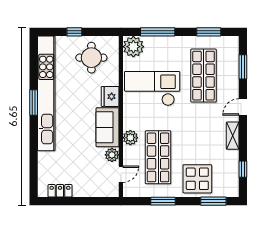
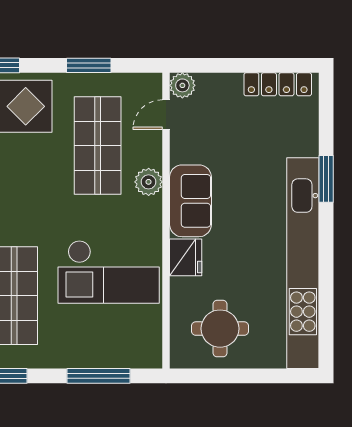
window: (74, 32) -> (251, 376), removed
plant: (133, 47) -> (143, 349), removed
window: (34, 103) -> (326, 179), moved
plant: (112, 155) -> (182, 85), moved
locker: (60, 191) -> (278, 84), width x1.53

